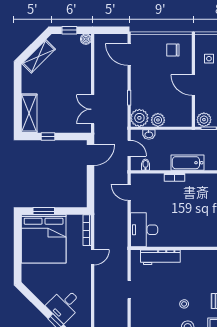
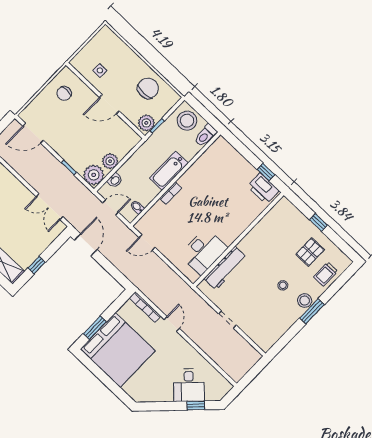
desk: (144, 230) -> (204, 251), moved, turned -90

